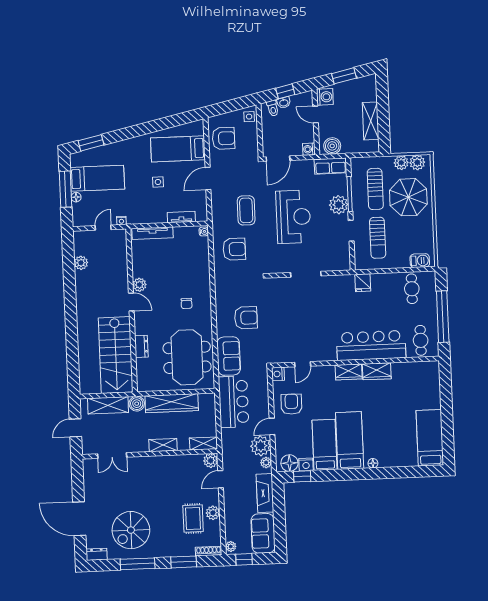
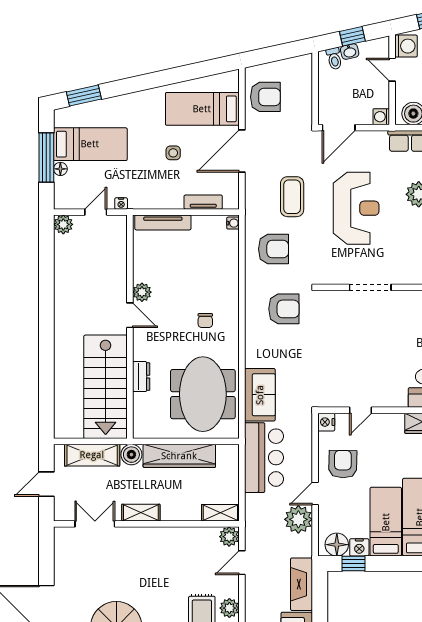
side table: (249, 117) -> (301, 69), removed
door: (208, 179) -> (242, 151), width x1.36
plant: (81, 263) -> (63, 224), moved
armchair: (246, 318) -> (284, 309), moved
shelving: (163, 445) -> (141, 513), moved
double door: (112, 455) -> (95, 524), swing flipped
plant: (266, 462) -> (305, 542), removed

